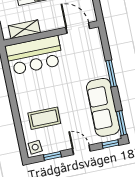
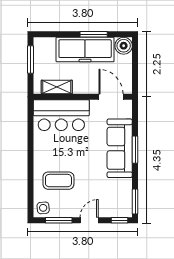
sofa: (103, 107) -> (120, 148), moved
door: (81, 150) -> (89, 220), hinge flipped
window: (52, 156) -> (59, 220), width x1.50

